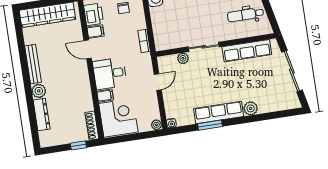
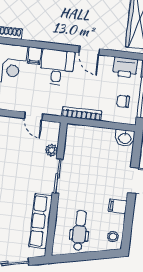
filing cabinet: (95, 32) -> (106, 64), removed
bookcase: (144, 41) -> (82, 114), width x1.56
door: (88, 49) -> (89, 51), swing flipped

